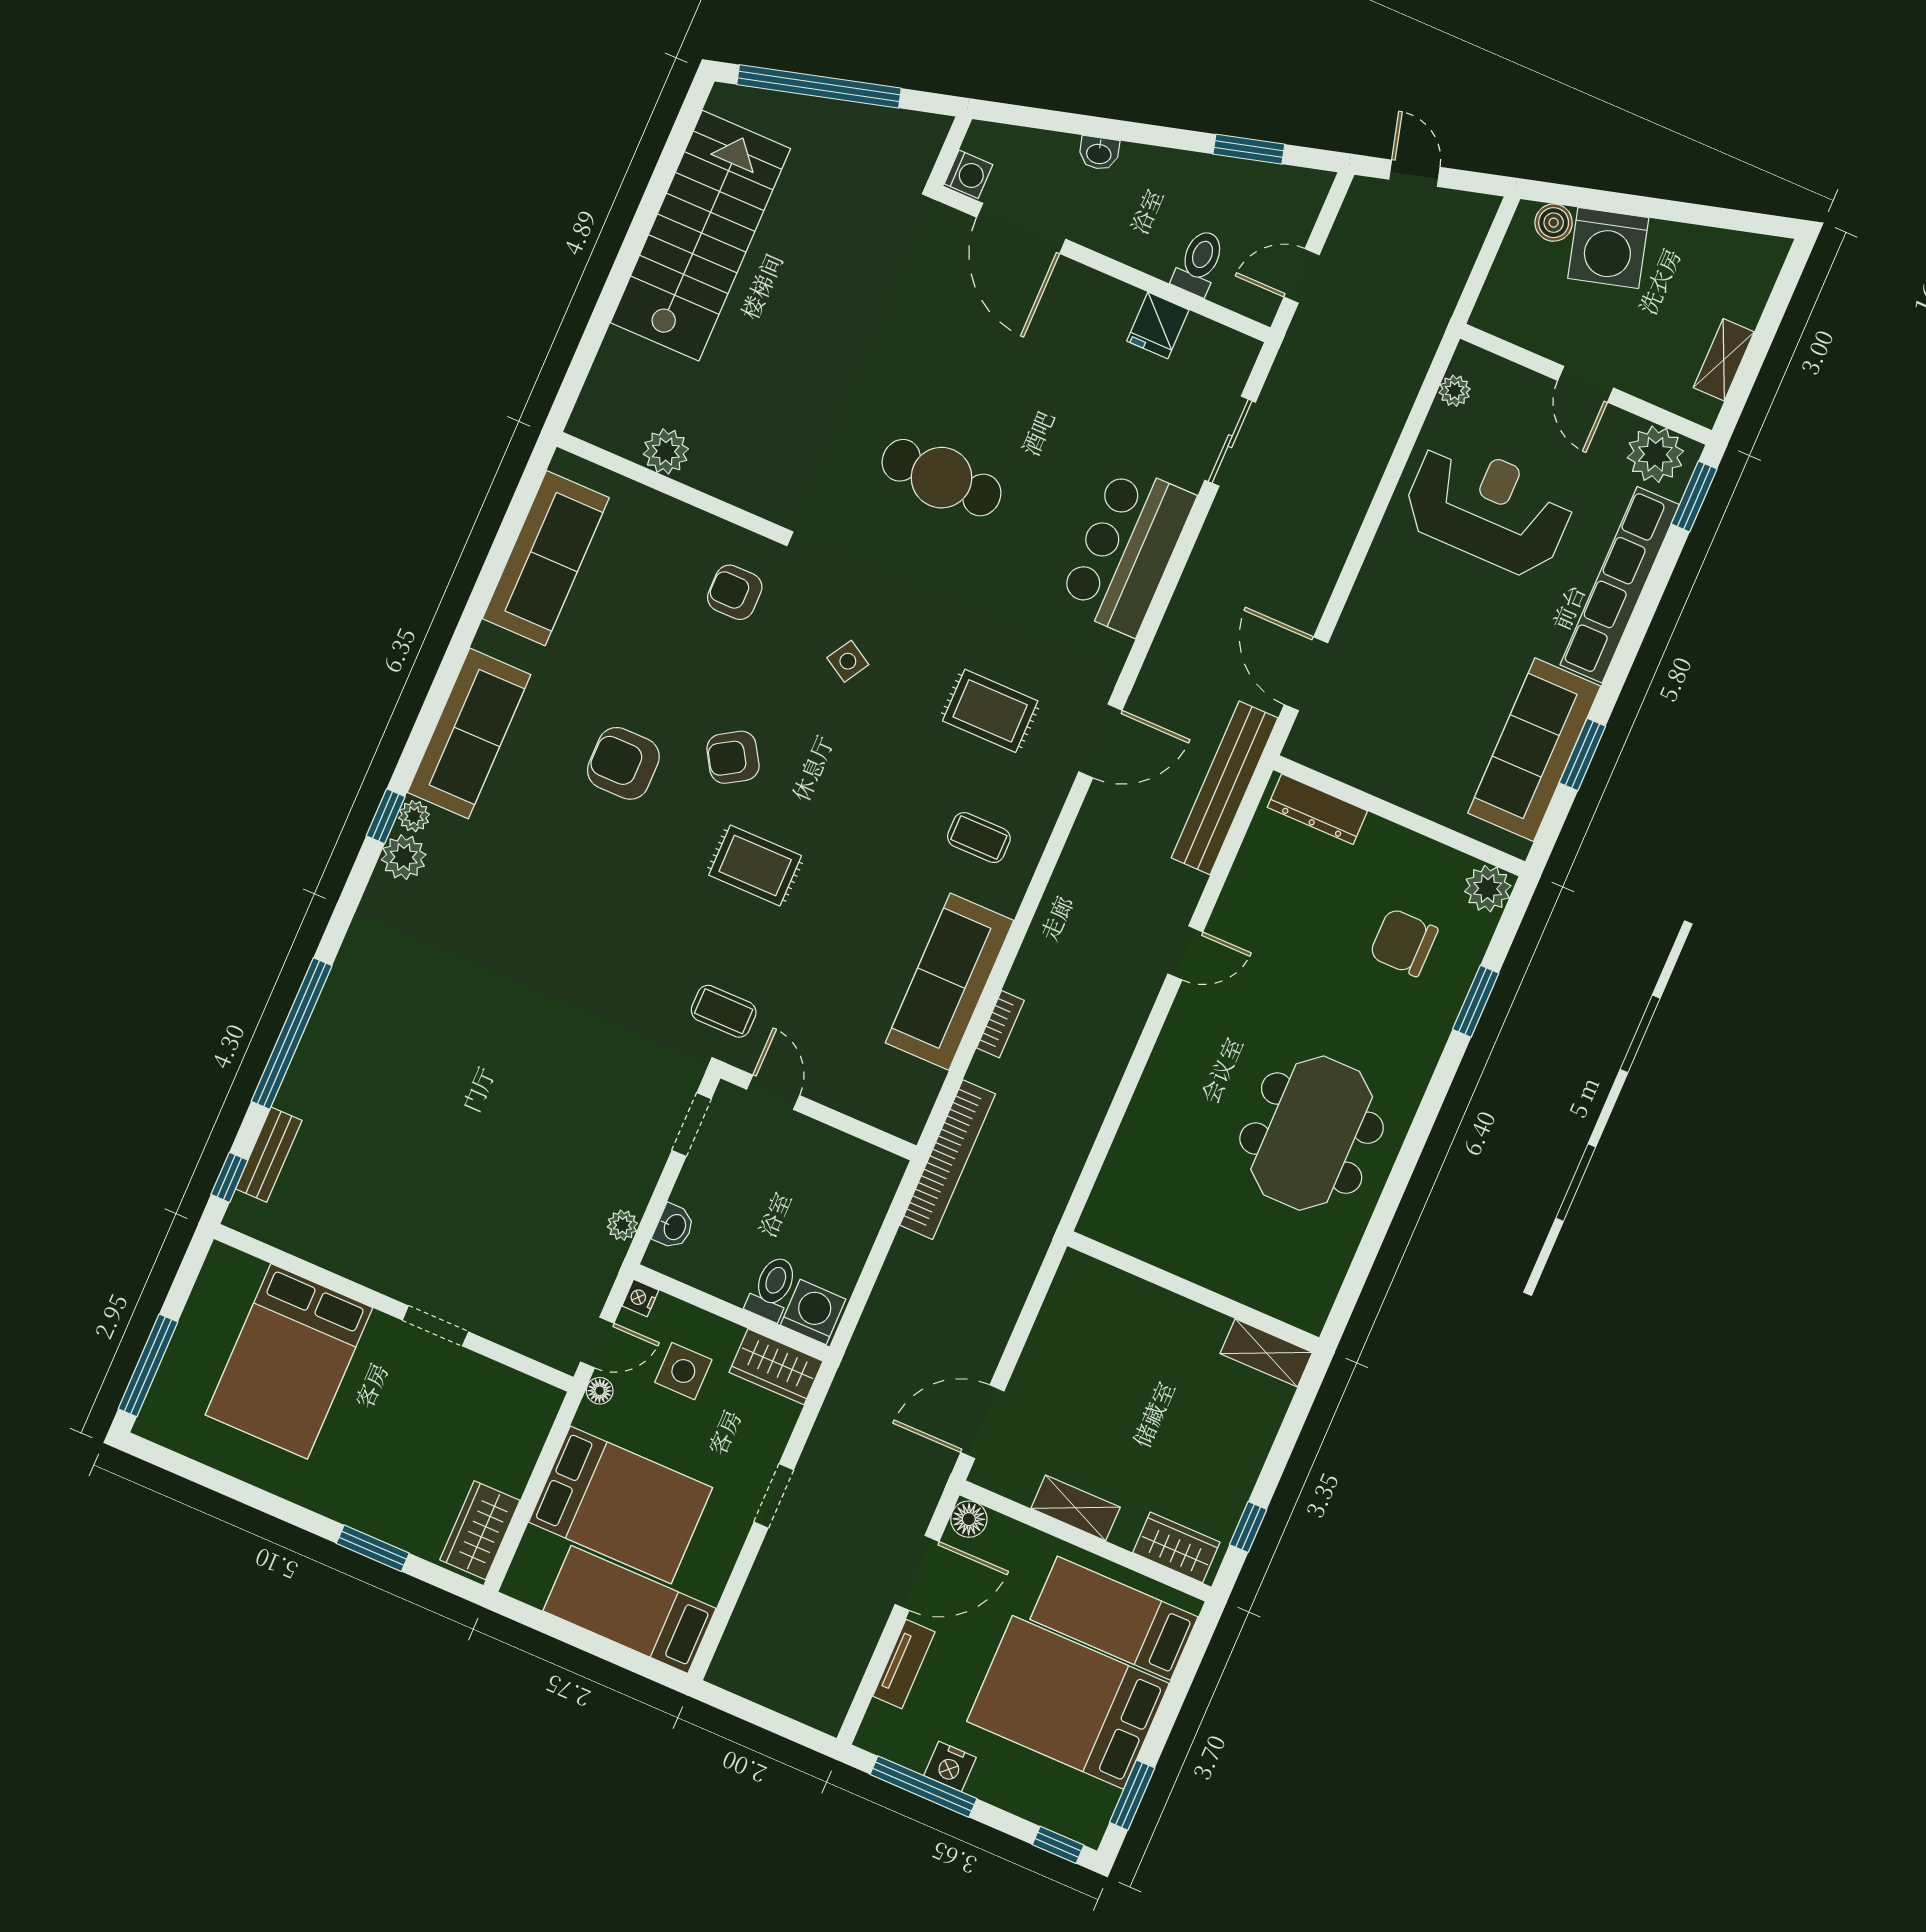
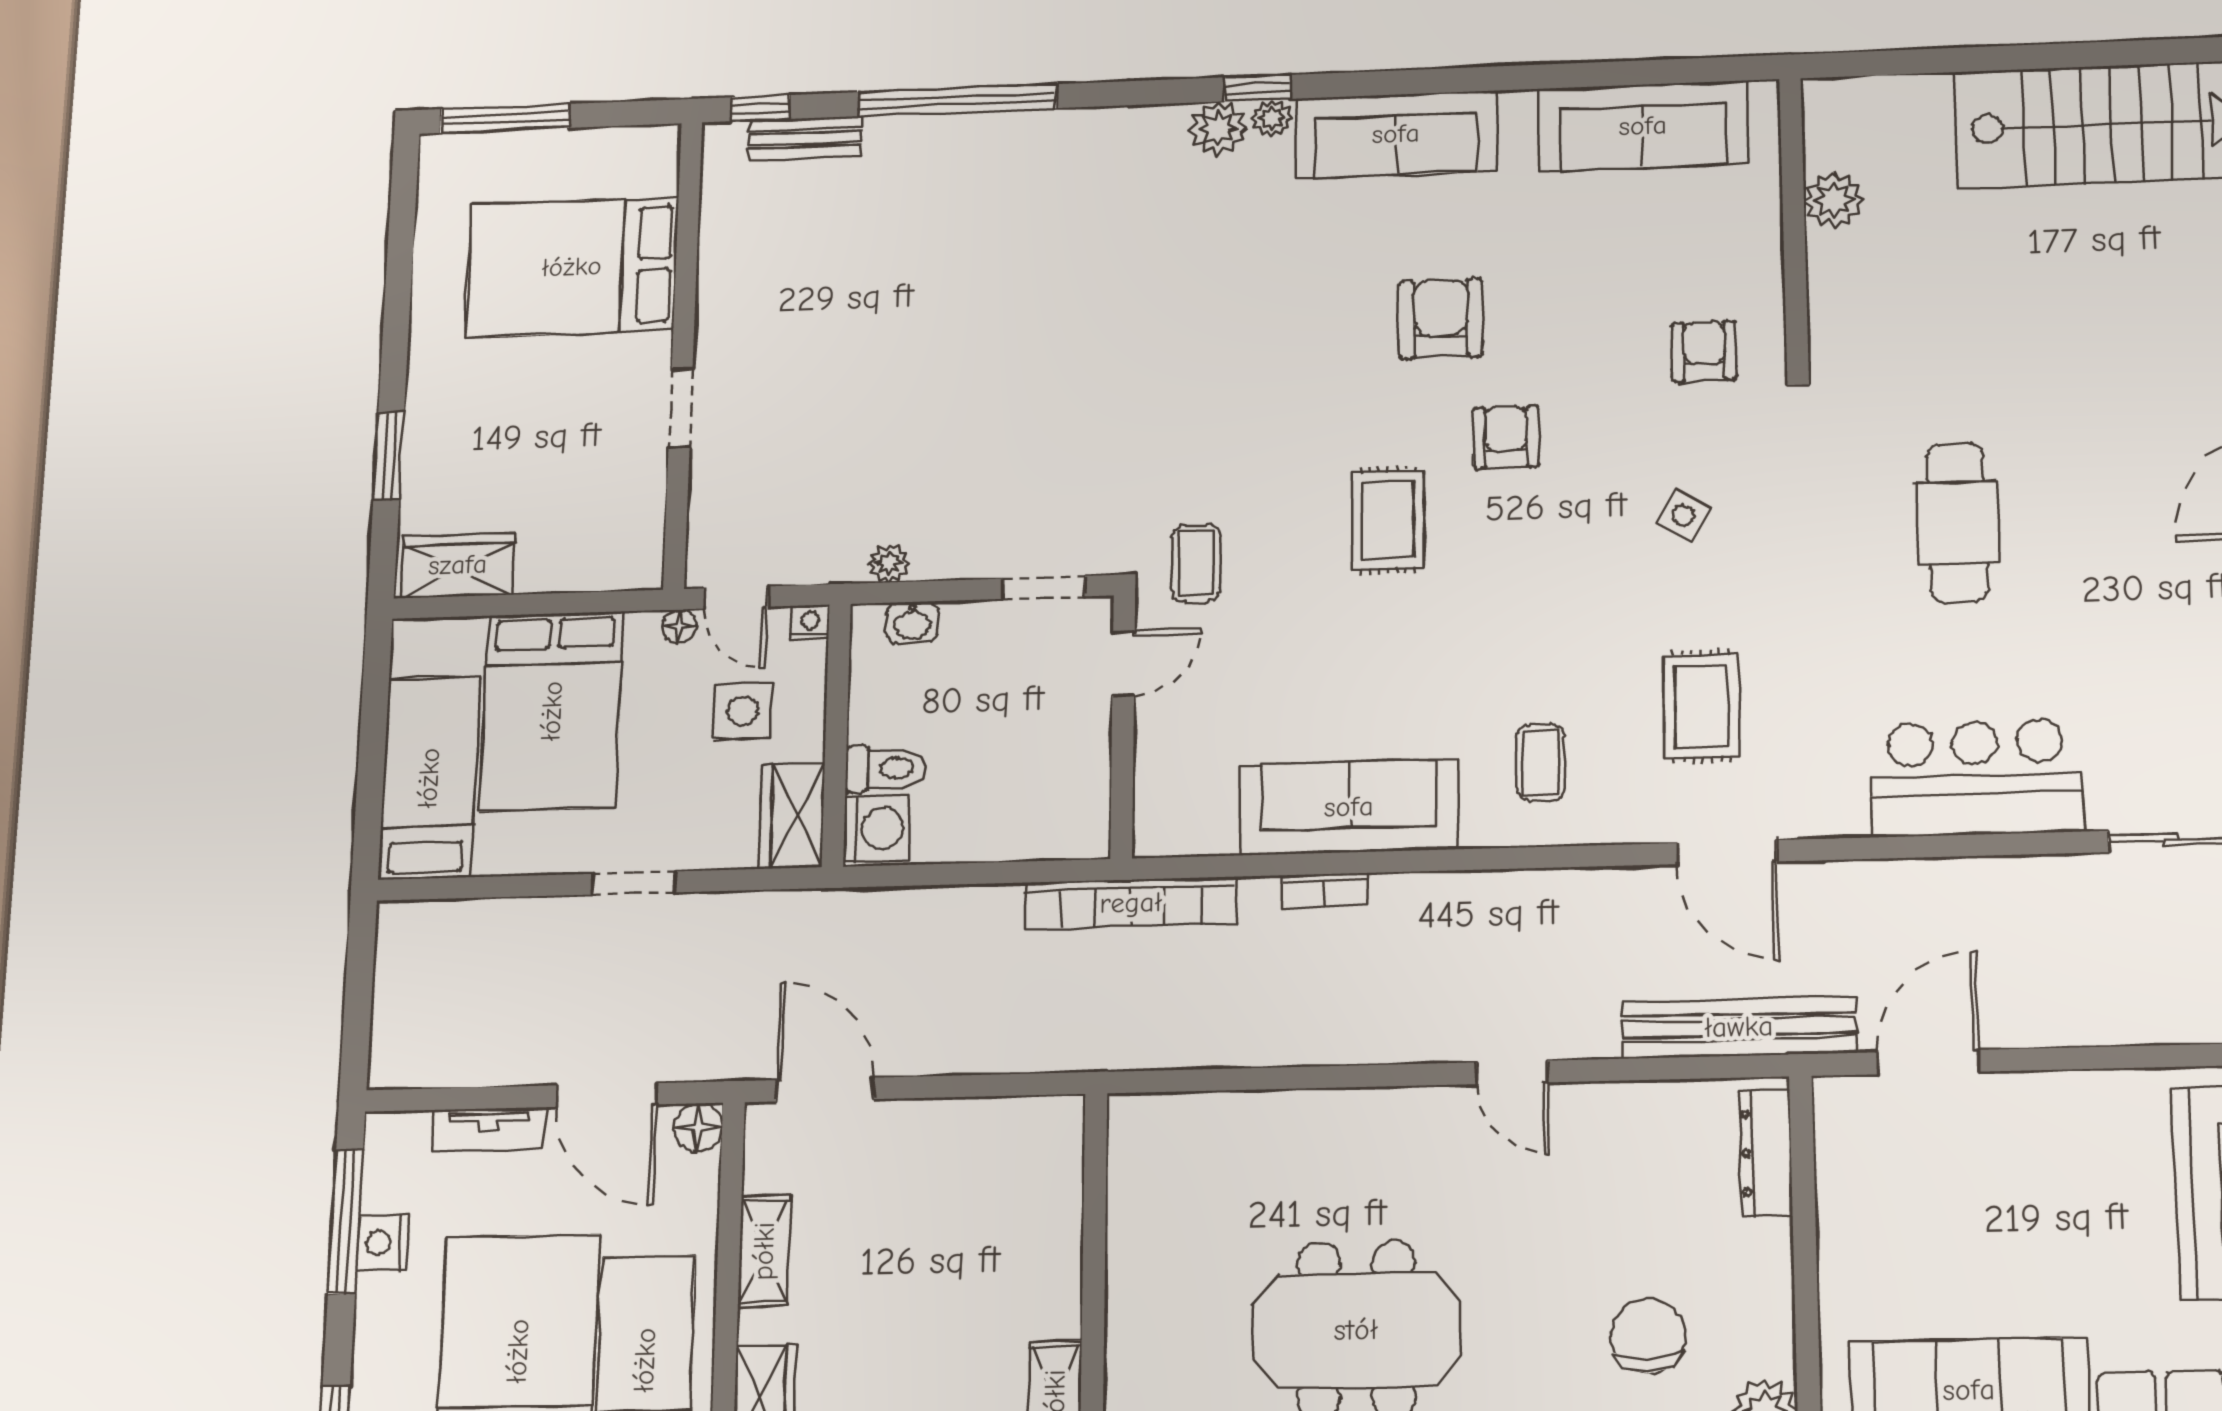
armchair: (733, 757) -> (1506, 437), turned 32

